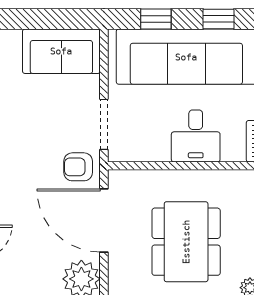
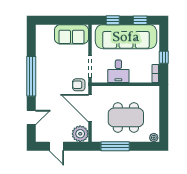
desk: (196, 136) -> (118, 71), moved
dining table: (186, 242) -> (126, 117), turned 90

